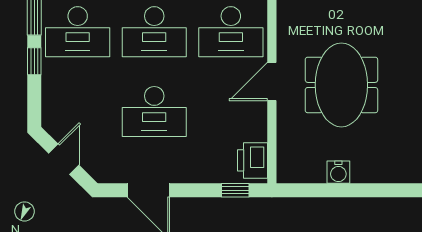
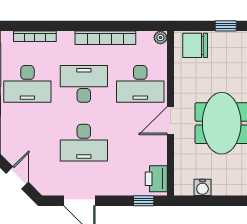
desk: (154, 32) -> (84, 84), turned 180
water cooler: (338, 172) -> (202, 187), moved

